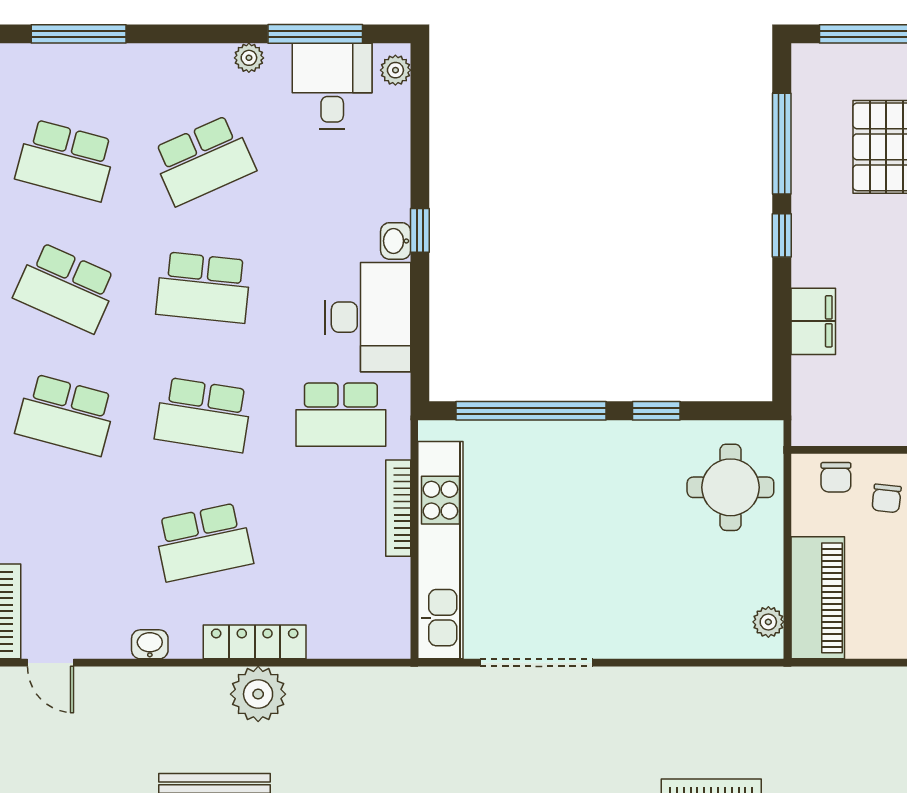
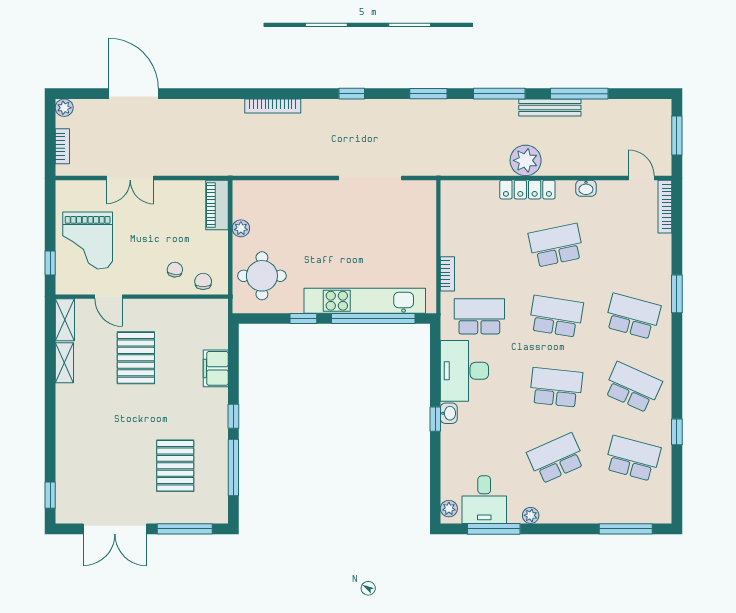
bookcase: (398, 508) -> (447, 274), width x0.64
kitchen unit: (440, 550) -> (365, 301), moved, turned 90
piano: (818, 598) -> (217, 205), width x0.73, depth x0.75
plant: (768, 622) -> (241, 228), moved

